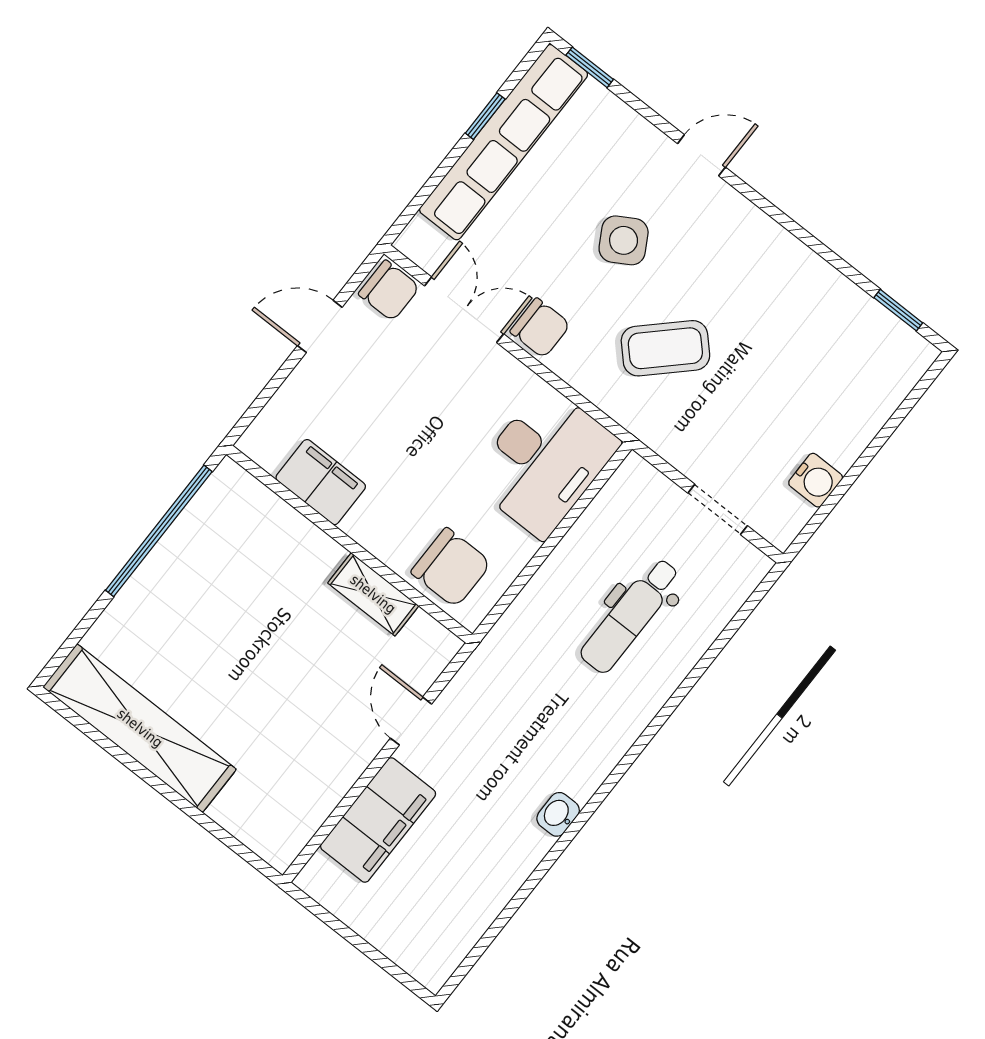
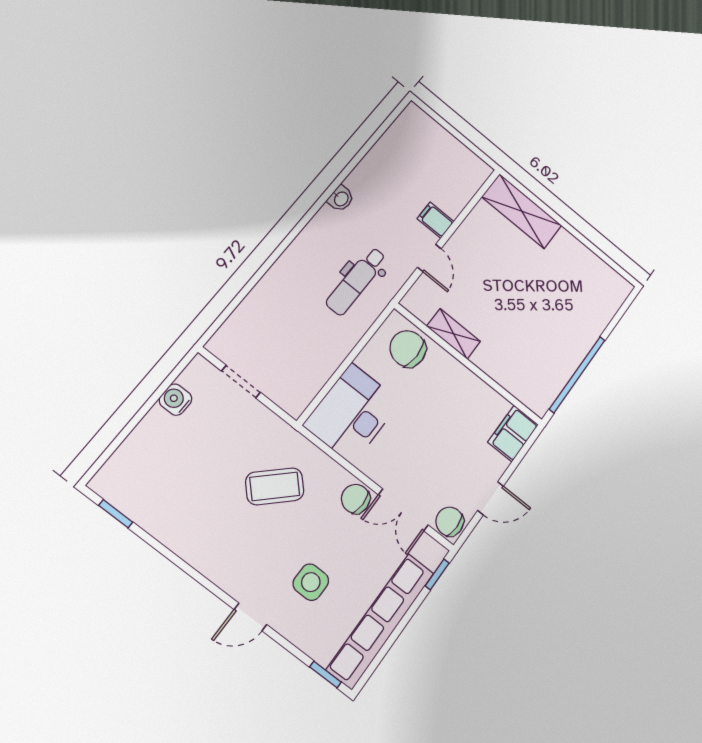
window: (485, 116) -> (437, 574), moved
side table: (624, 240) -> (311, 582), moved, turned 30
filing cabinet: (321, 482) -> (513, 433), moved, turned 90
dental chair: (630, 615) -> (356, 281), moved, turned 180
shelving: (140, 728) -> (522, 211), moved, width x0.68
filing cabinet: (378, 820) -> (436, 220), width x0.33, depth x0.86

